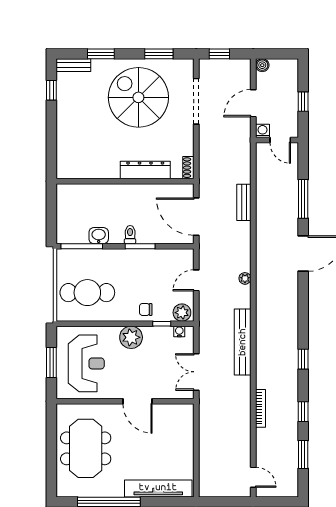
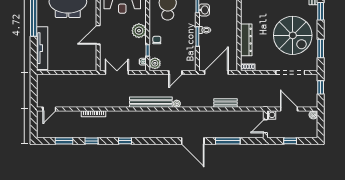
spiral stairs: (138, 97) -> (293, 35), turned 90
door: (196, 280) -> (175, 72), swing flipped
bench: (243, 342) -> (151, 102), moved

